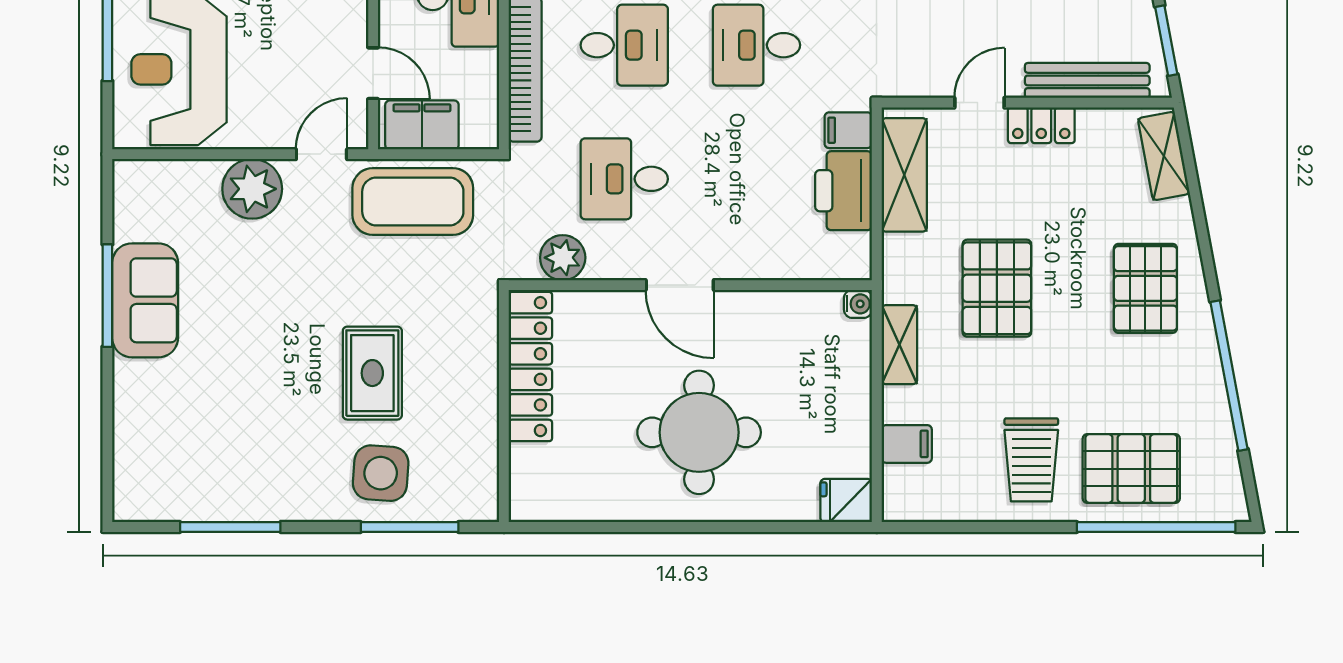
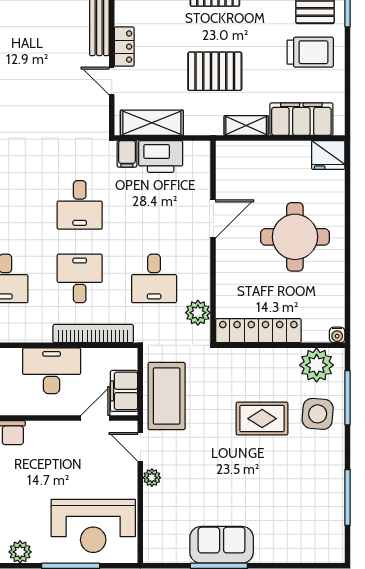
plant: (252, 189) -> (152, 478), width x0.53, depth x0.53
door: (680, 285) -> (213, 219), moved
water cooler: (858, 304) -> (337, 335), moved, turned 180
filing cabinet: (907, 444) -> (301, 119), width x3.00, depth x1.17
plant: (469, 471) -> (317, 365), added
fridge: (846, 501) -> (328, 155), width x1.38

